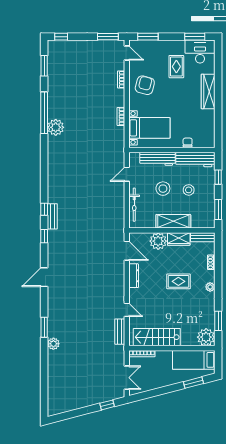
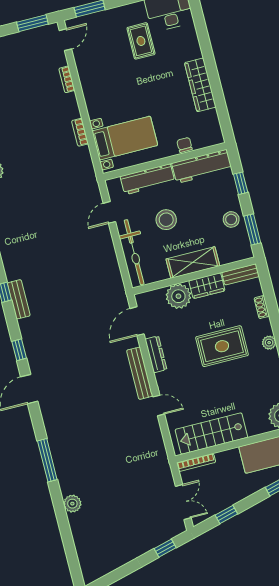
door: (127, 53) -> (65, 40), hinge flipped
armchair: (145, 85) -> (103, 79), removed
wardrobe: (208, 91) -> (200, 85), moved
stool: (189, 190) -> (231, 219), moved
bicycle: (134, 205) -> (134, 252), width x1.37, depth x1.40
window: (44, 236) -> (19, 350), moved
door: (127, 251) -> (137, 321), swing flipped
rug: (178, 281) -> (222, 346), width x1.36, depth x1.43
window: (44, 327) -> (47, 460), width x1.44
bench: (120, 332) -> (140, 373), moved, width x1.36
plant: (53, 344) -> (72, 504), moved
window: (153, 393) -> (226, 514), added

